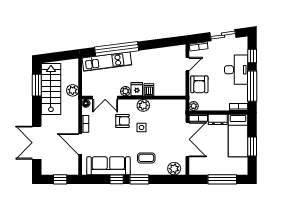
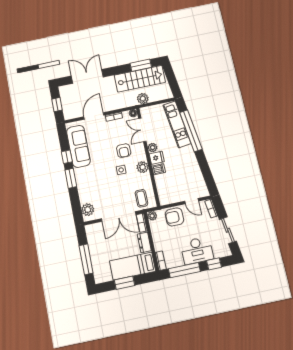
coffee table: (146, 158) -> (141, 198), moved

